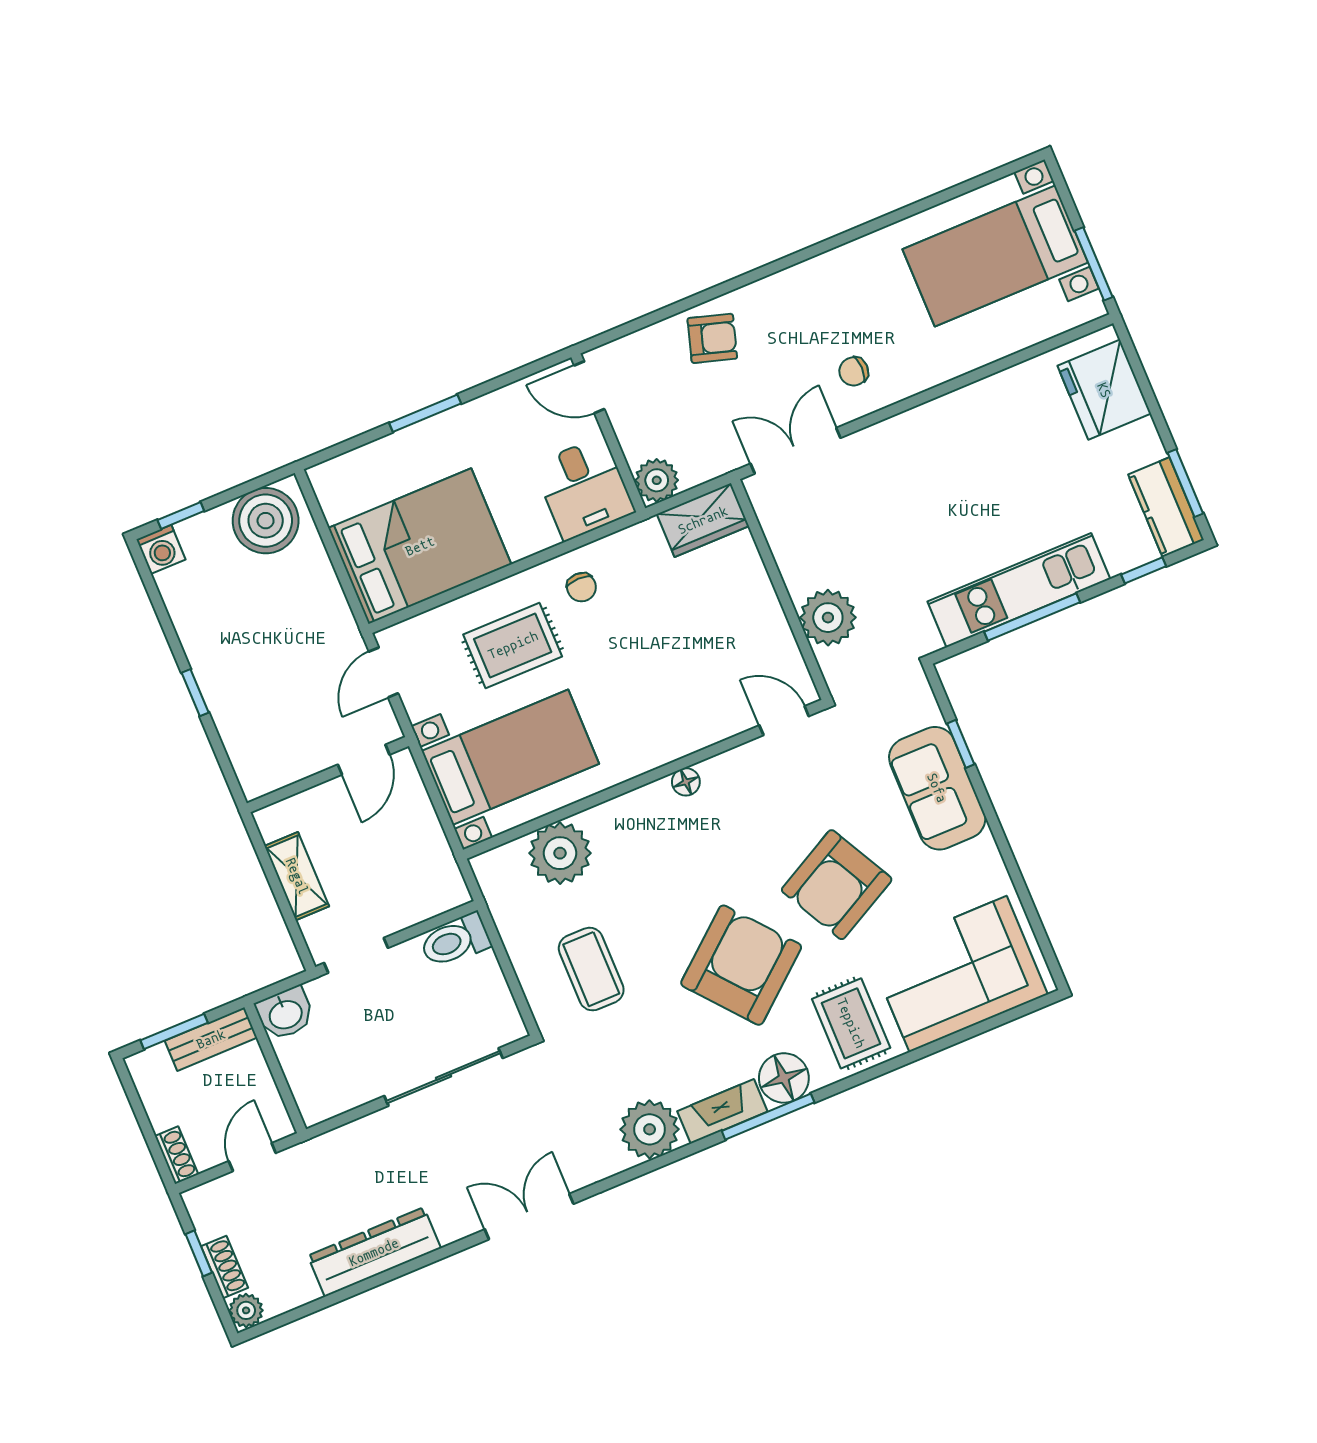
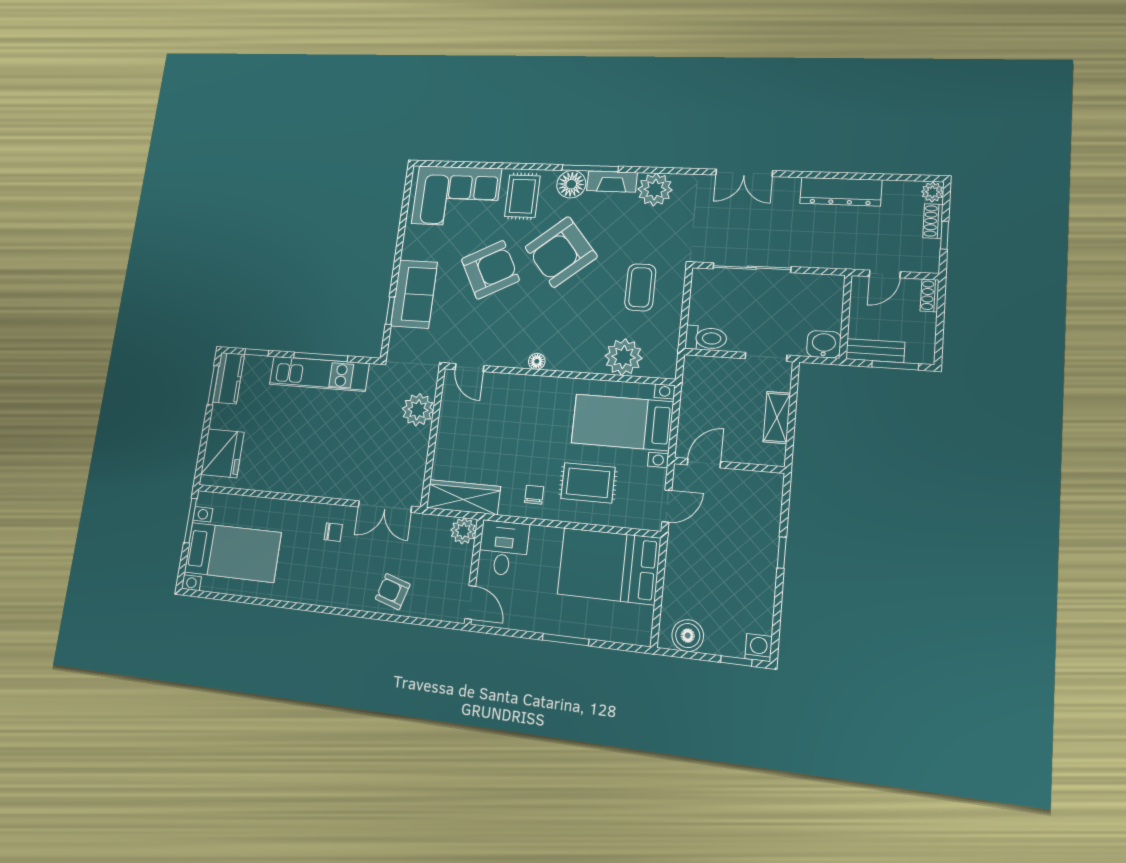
wardrobe: (703, 520) -> (463, 497), width x1.50
boiler: (266, 521) -> (688, 636), width x0.73, depth x0.73

